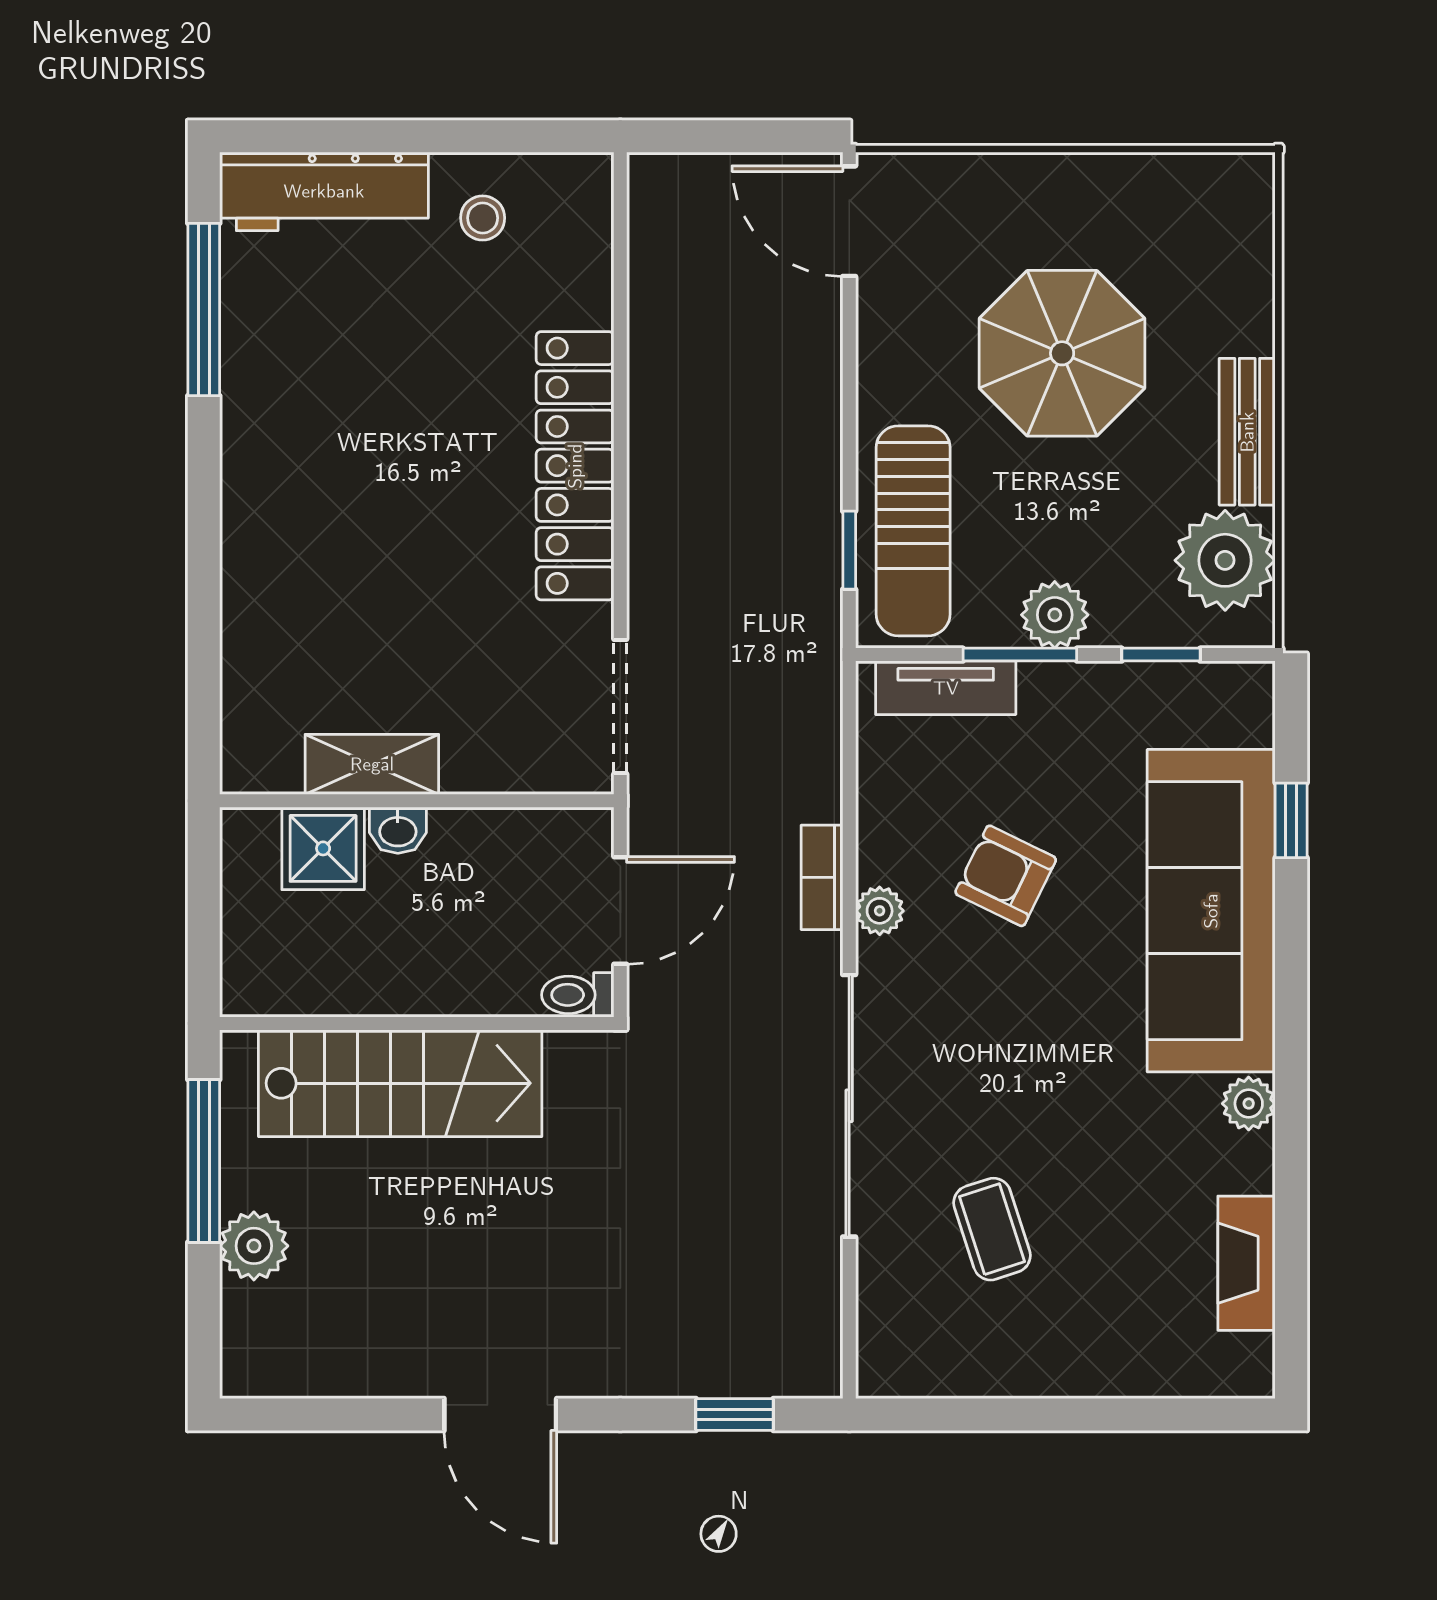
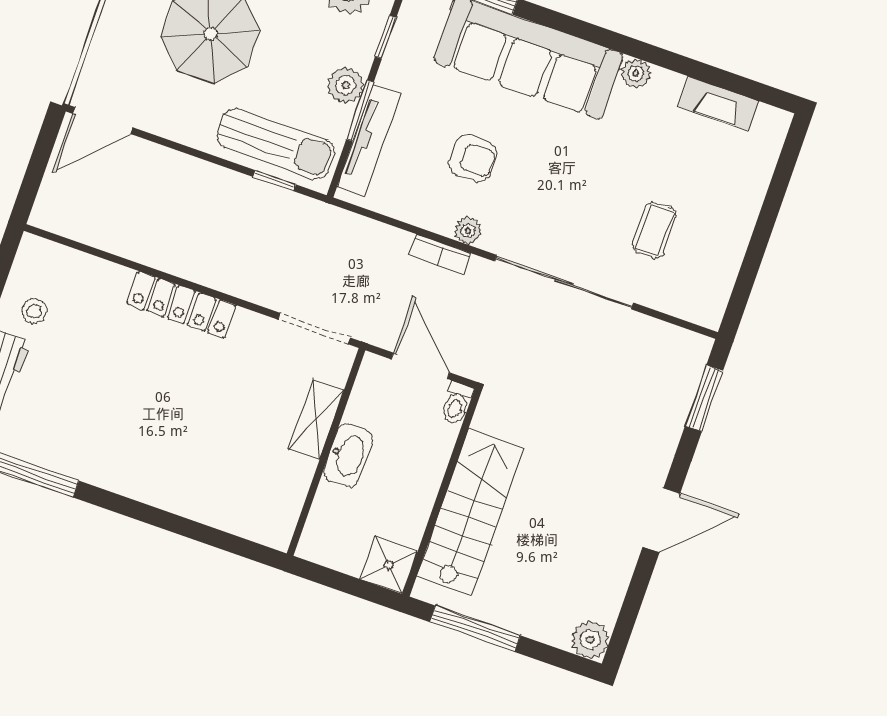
locker: (575, 466) -> (181, 305), width x0.71, depth x0.83
tv unit: (946, 688) -> (369, 140), width x1.41
shelving: (372, 764) -> (316, 419), moved
washbasin: (398, 830) -> (348, 455), width x1.91, depth x1.45
shower: (323, 848) -> (389, 565), moved
armchair: (1006, 876) -> (473, 159), turned -116
coffee table: (992, 1229) -> (654, 230), turned -72
plant: (254, 1246) -> (590, 640), moved
window: (735, 1414) -> (704, 398), width x1.50

